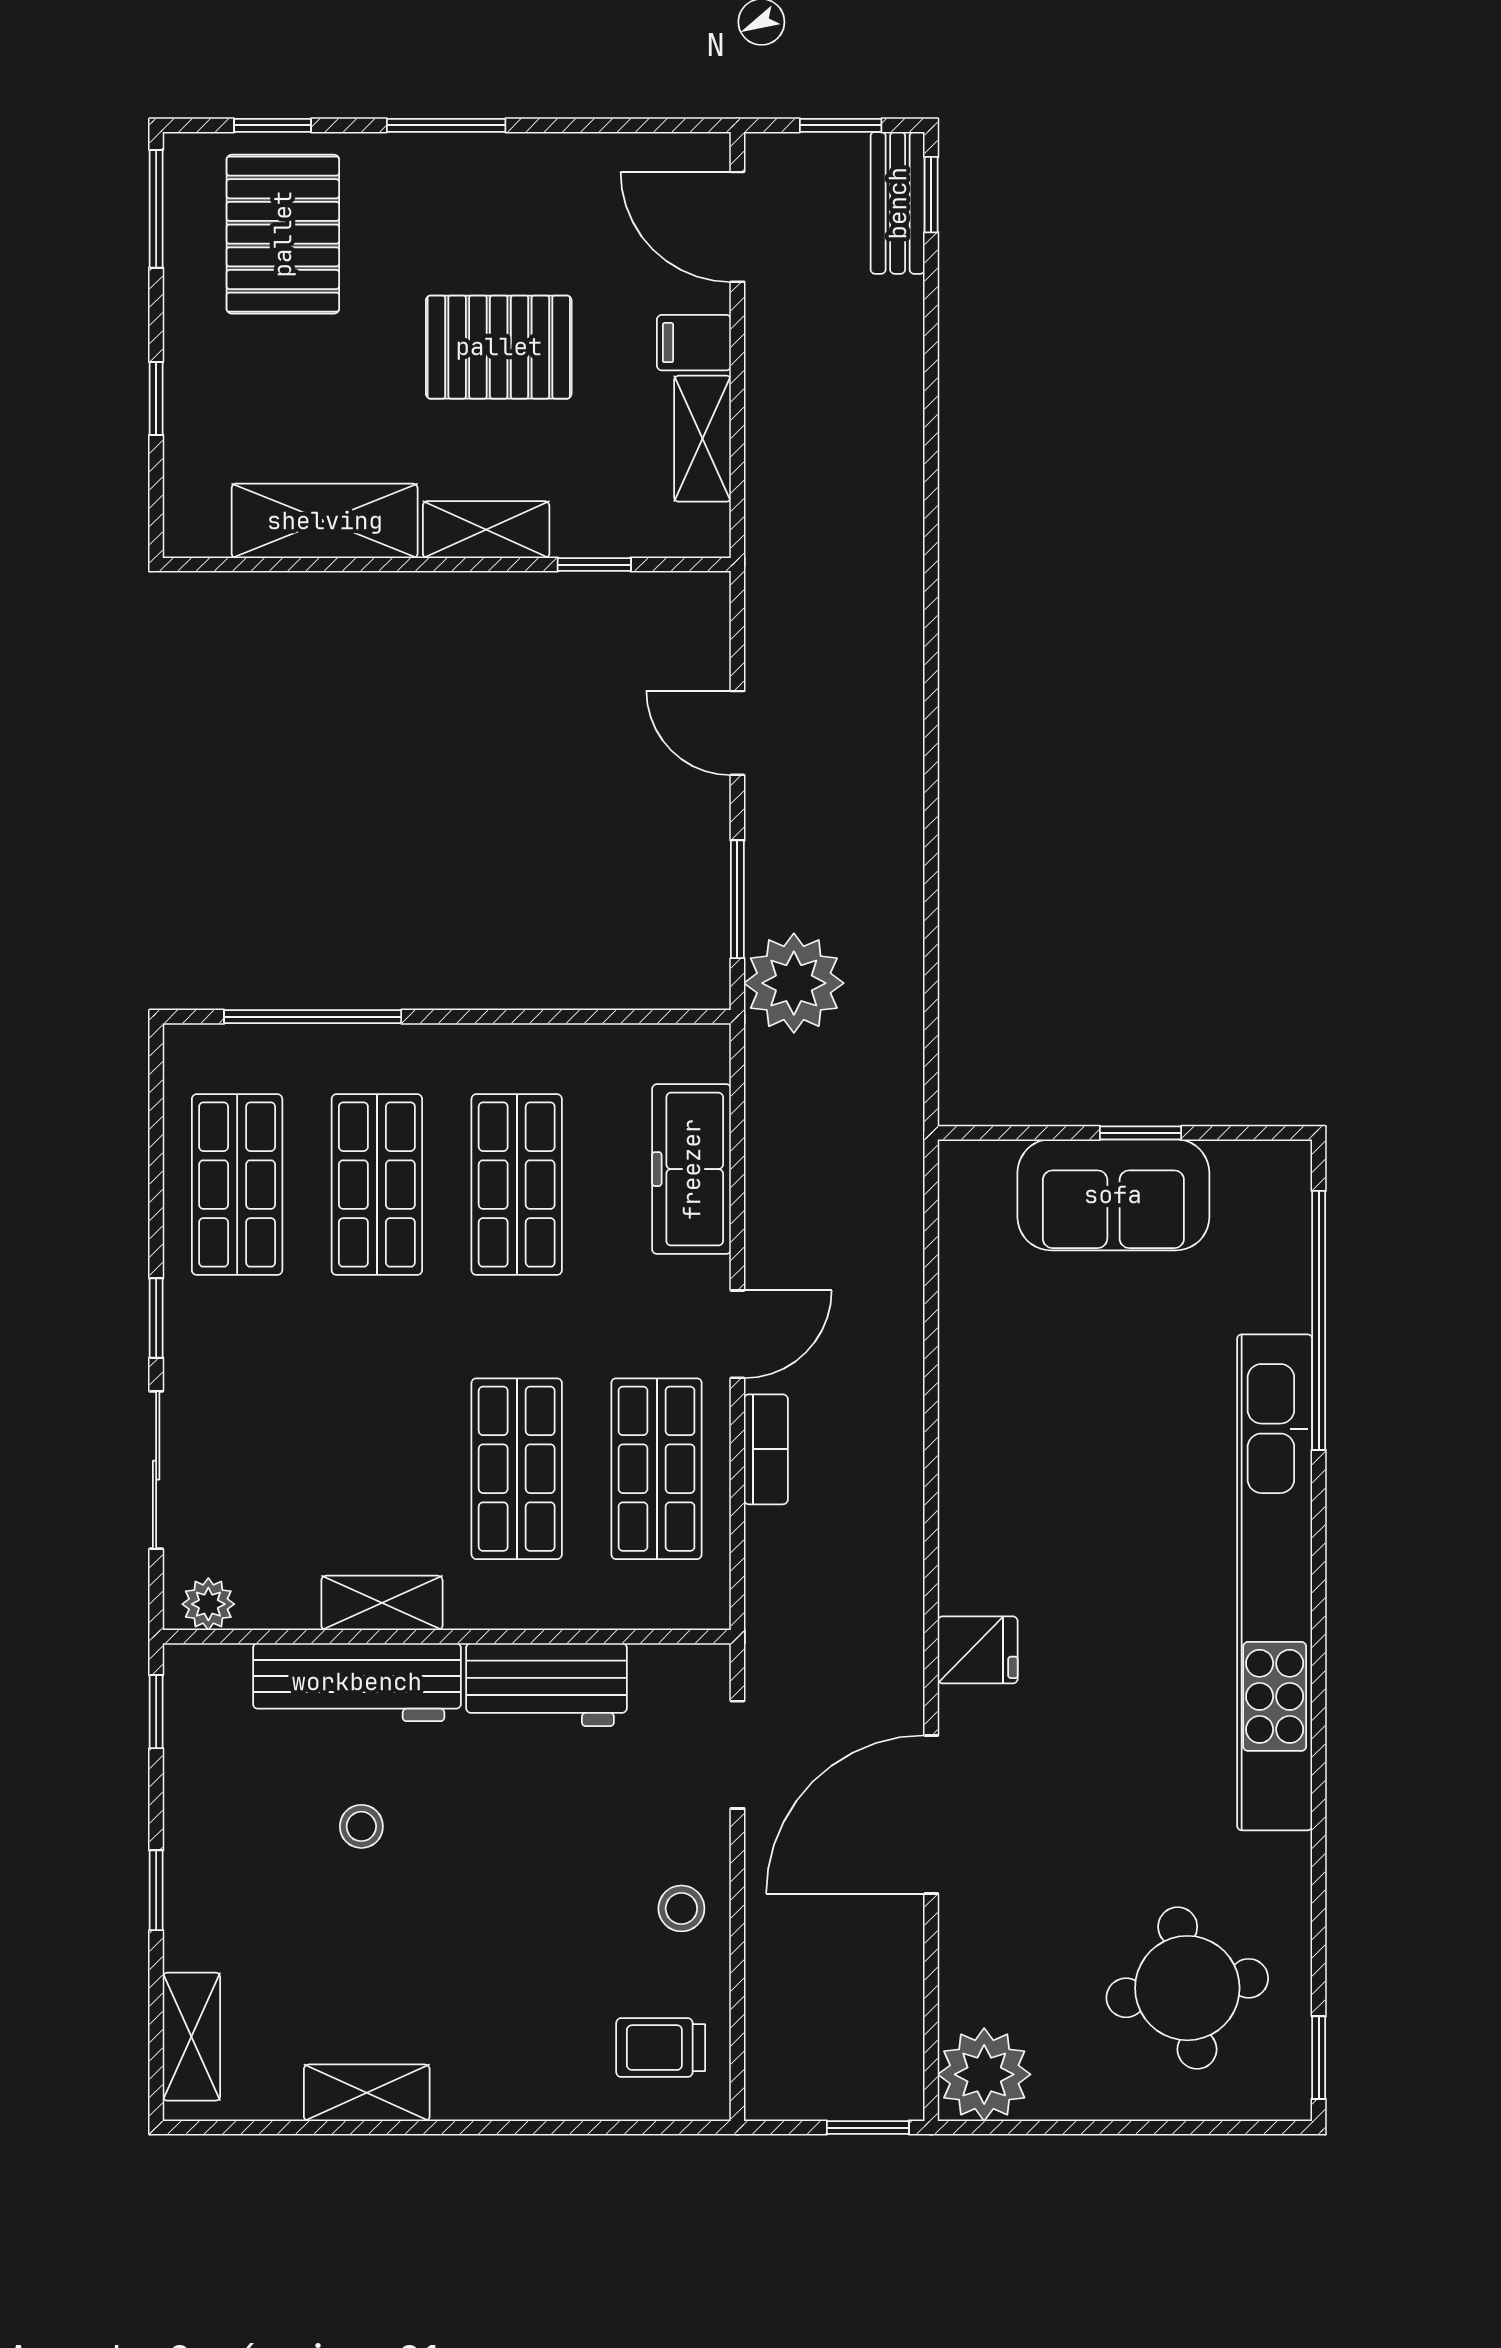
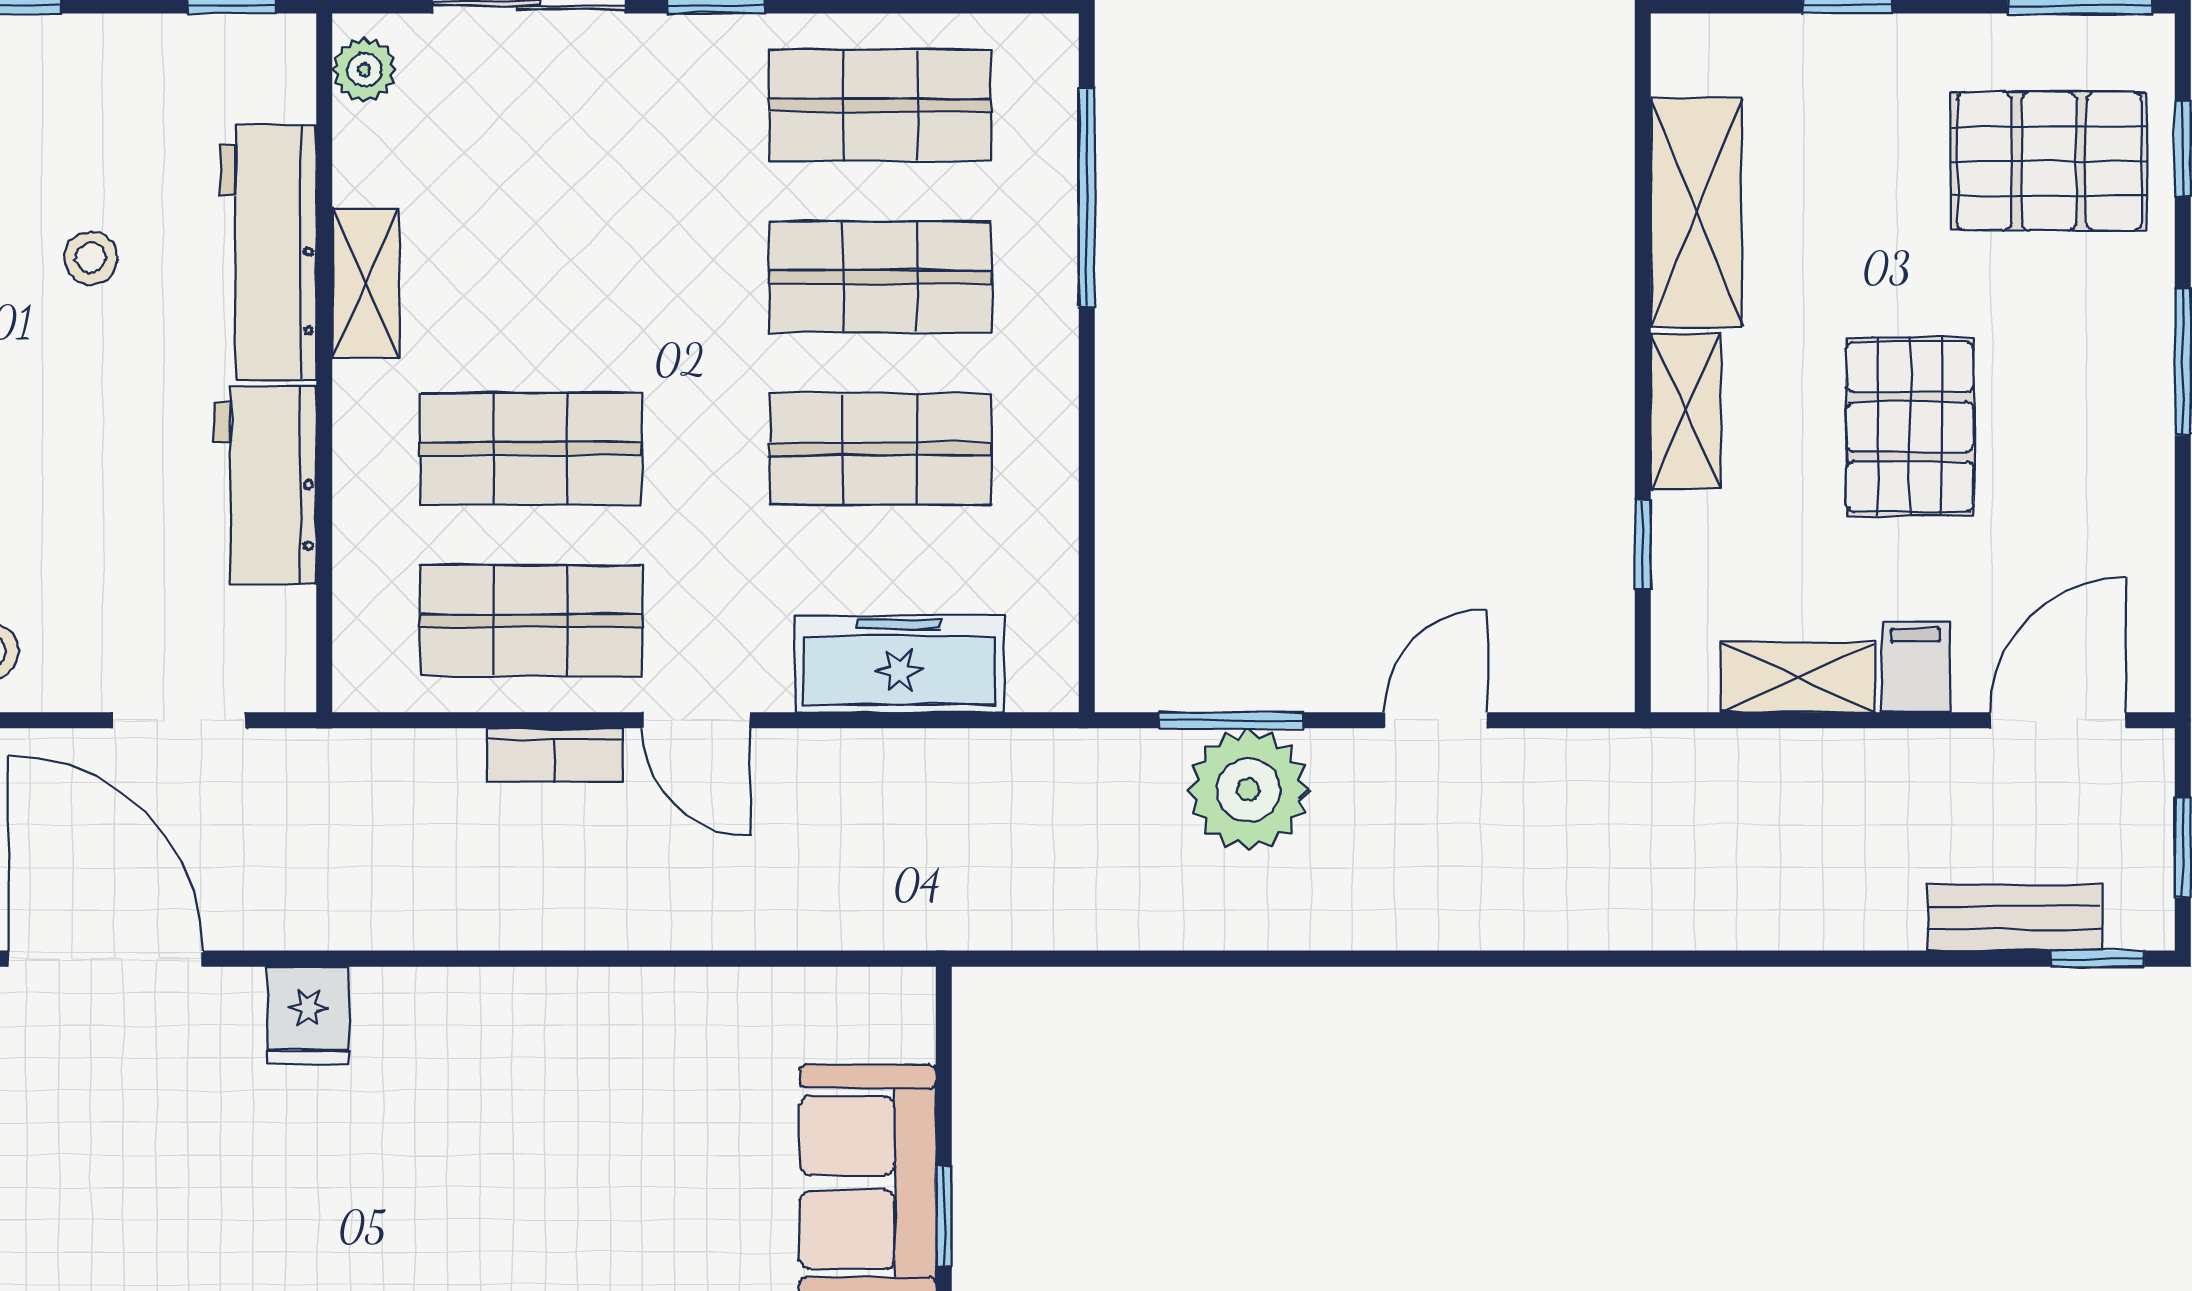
bench: (898, 203) -> (2015, 917), moved
plant: (794, 983) -> (1248, 790), moved

